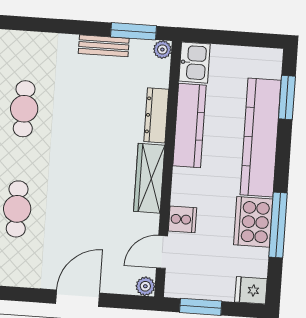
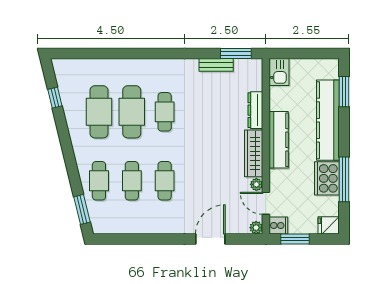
plant: (162, 50) -> (256, 184), moved
kitchen counter: (190, 125) -> (279, 140), moved
cooker: (182, 219) -> (278, 226), moved
door: (162, 252) -> (266, 203), hinge flipped

